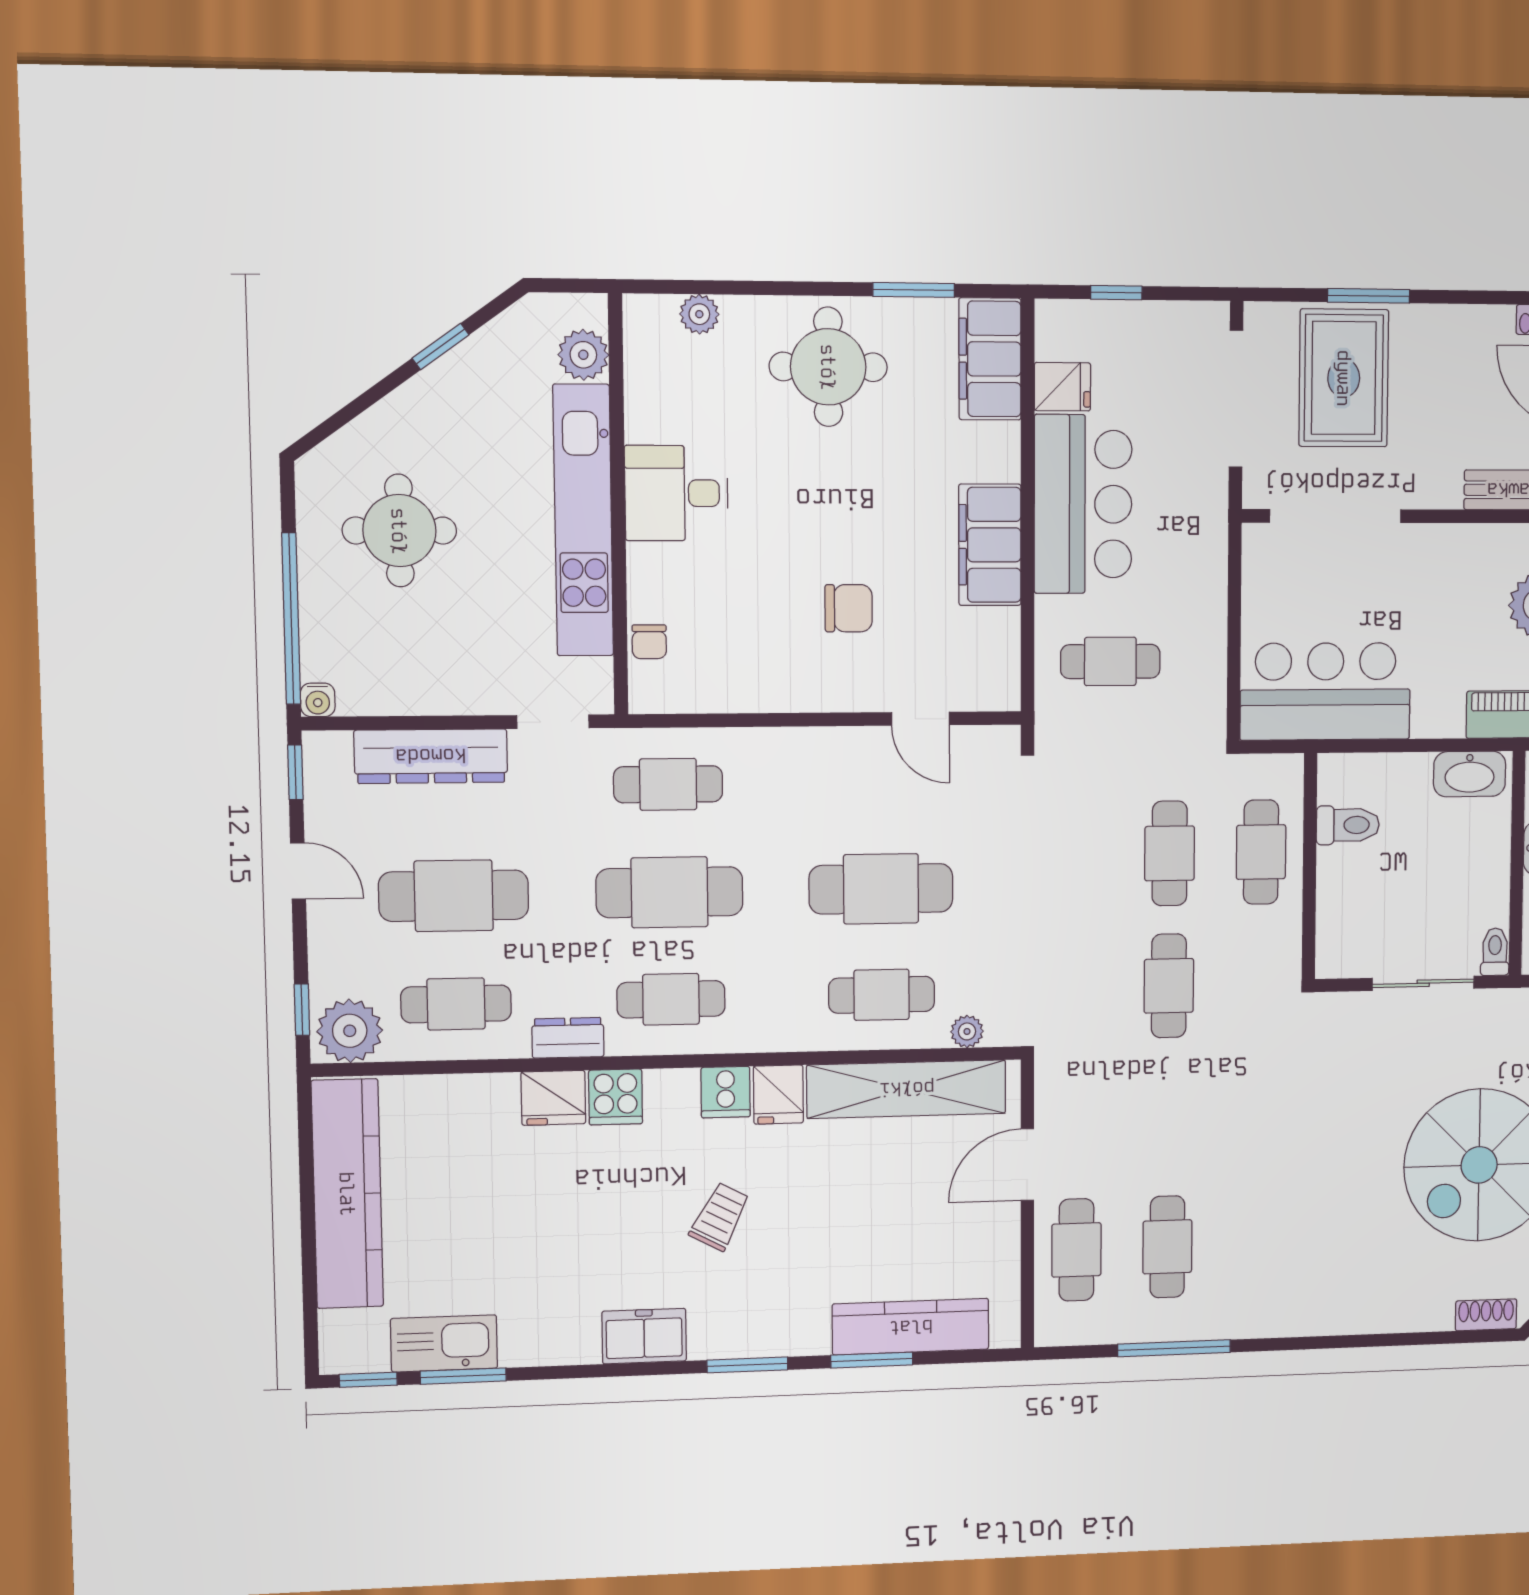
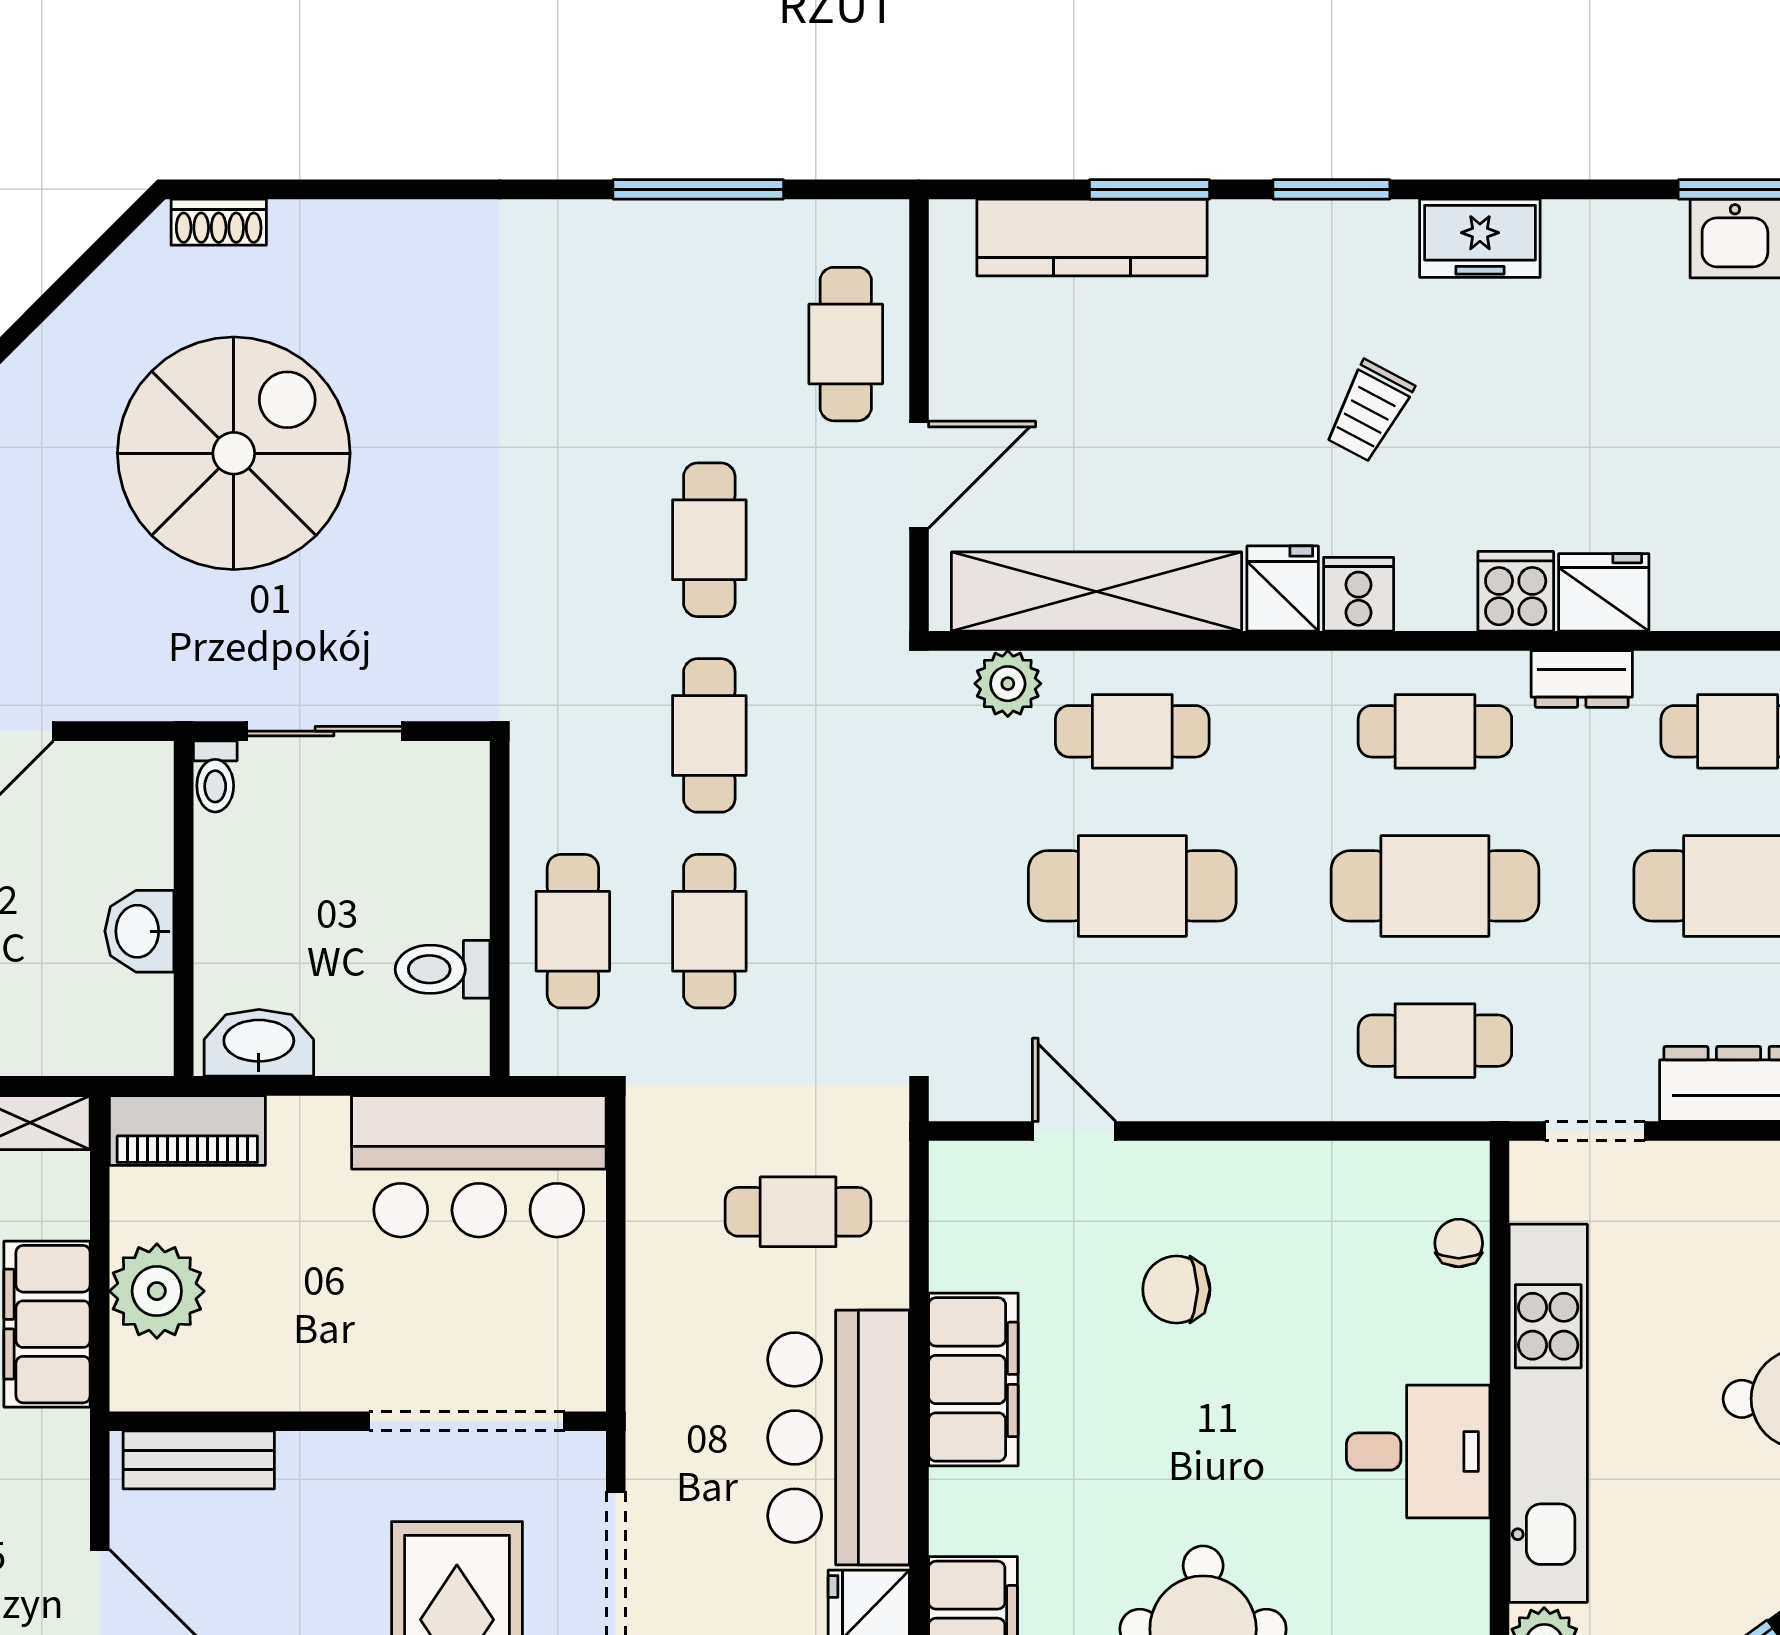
plant: (967, 1031) -> (1008, 684), width x1.38, depth x1.38
cafe table: (1167, 1247) -> (709, 540), moved

